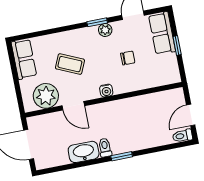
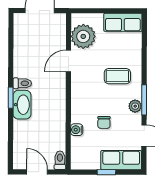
window: (97, 22) -> (144, 100), width x1.50
coffee table: (70, 64) -> (117, 76), moved, turned 66
water cooler: (106, 91) -> (77, 130), moved
toilet: (183, 136) -> (60, 160), moved
washbasin: (84, 152) -> (22, 105), moved

